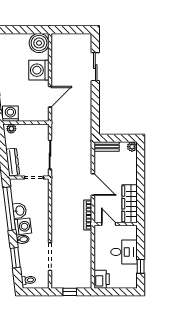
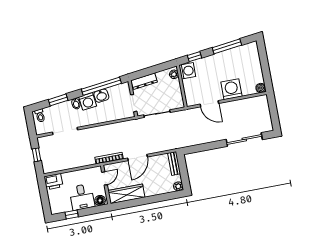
boiler: (39, 43) -> (261, 88), width x0.54, depth x0.54
sliding door: (95, 67) -> (244, 140), width x1.37
floor lamp: (131, 233) -> (100, 200), added

